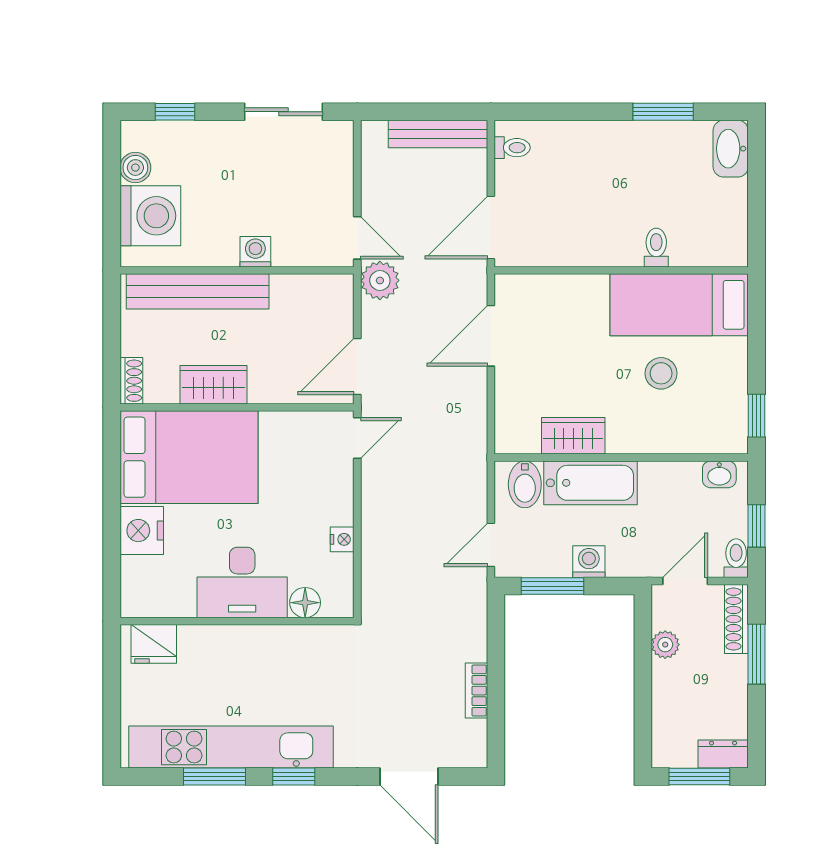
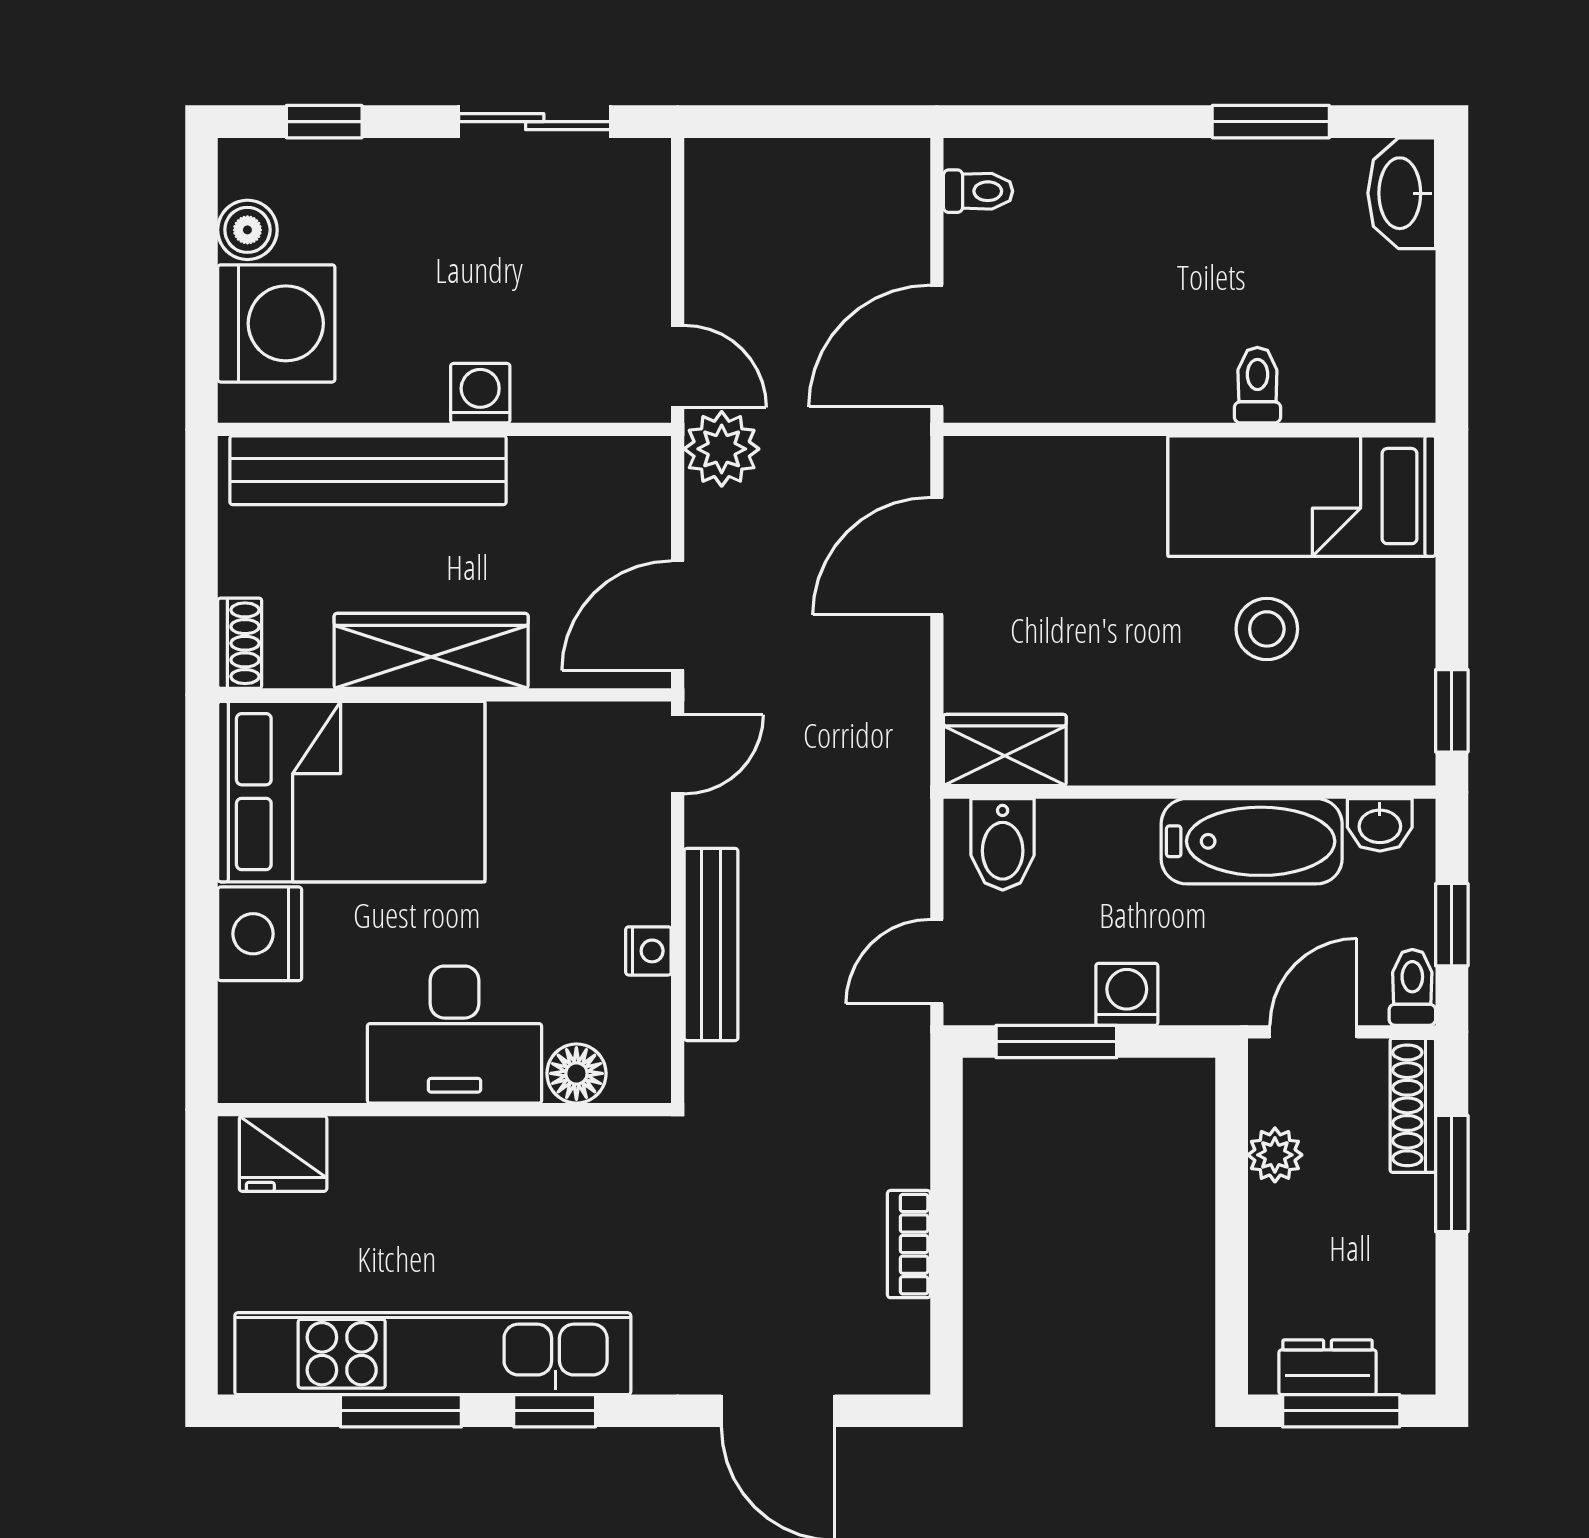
bench: (438, 134) -> (711, 944), moved, turned 90
wardrobe: (213, 385) -> (431, 651), width x1.50
wardrobe: (573, 436) -> (1005, 750), moved
bathtub: (590, 483) -> (1252, 841), moved
dresser: (723, 754) -> (1328, 1367), moved

